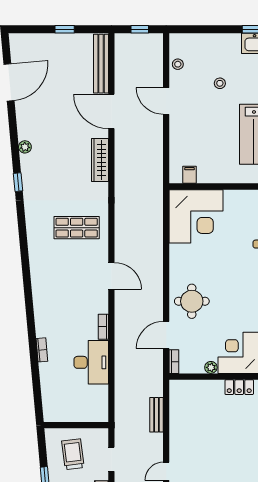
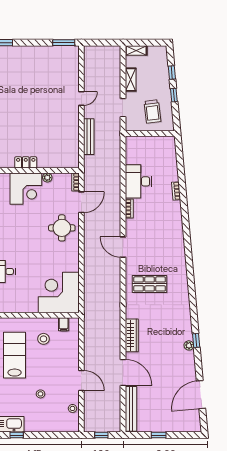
stool: (216, 156) -> (43, 339), added
window: (18, 182) -> (196, 341), moved
bench: (156, 415) -> (89, 137), width x1.36

